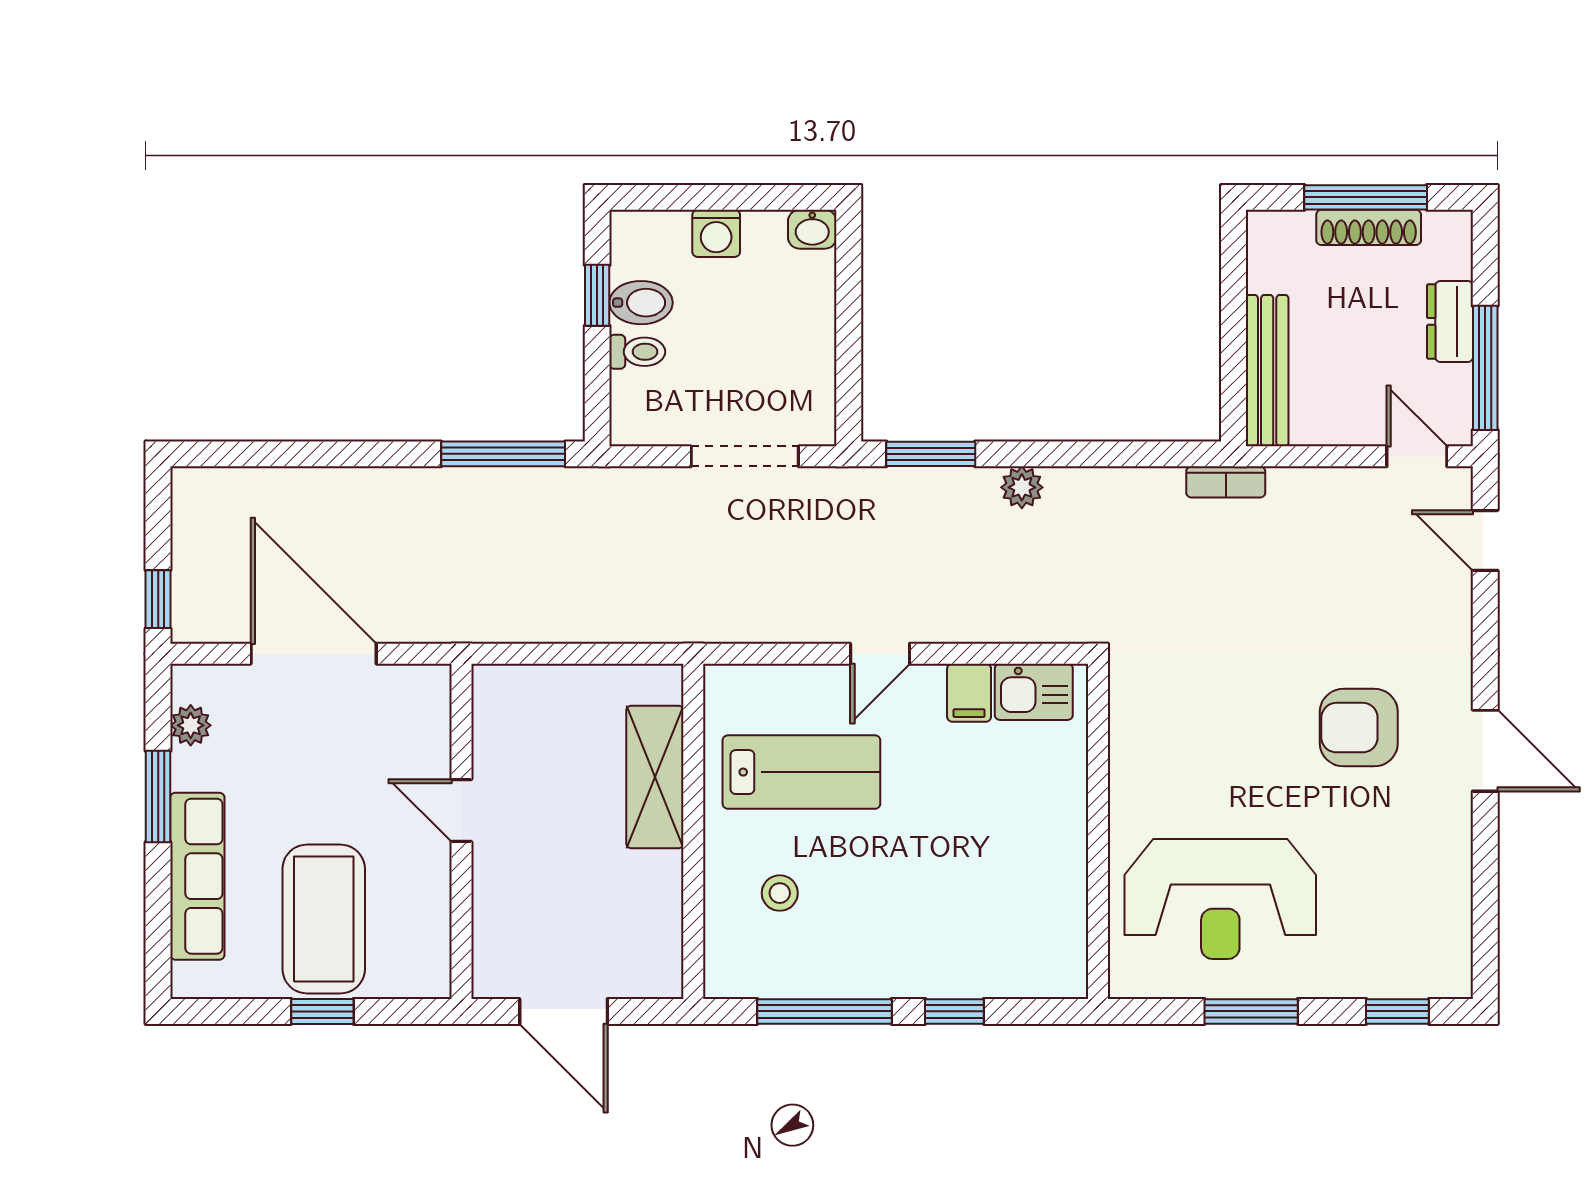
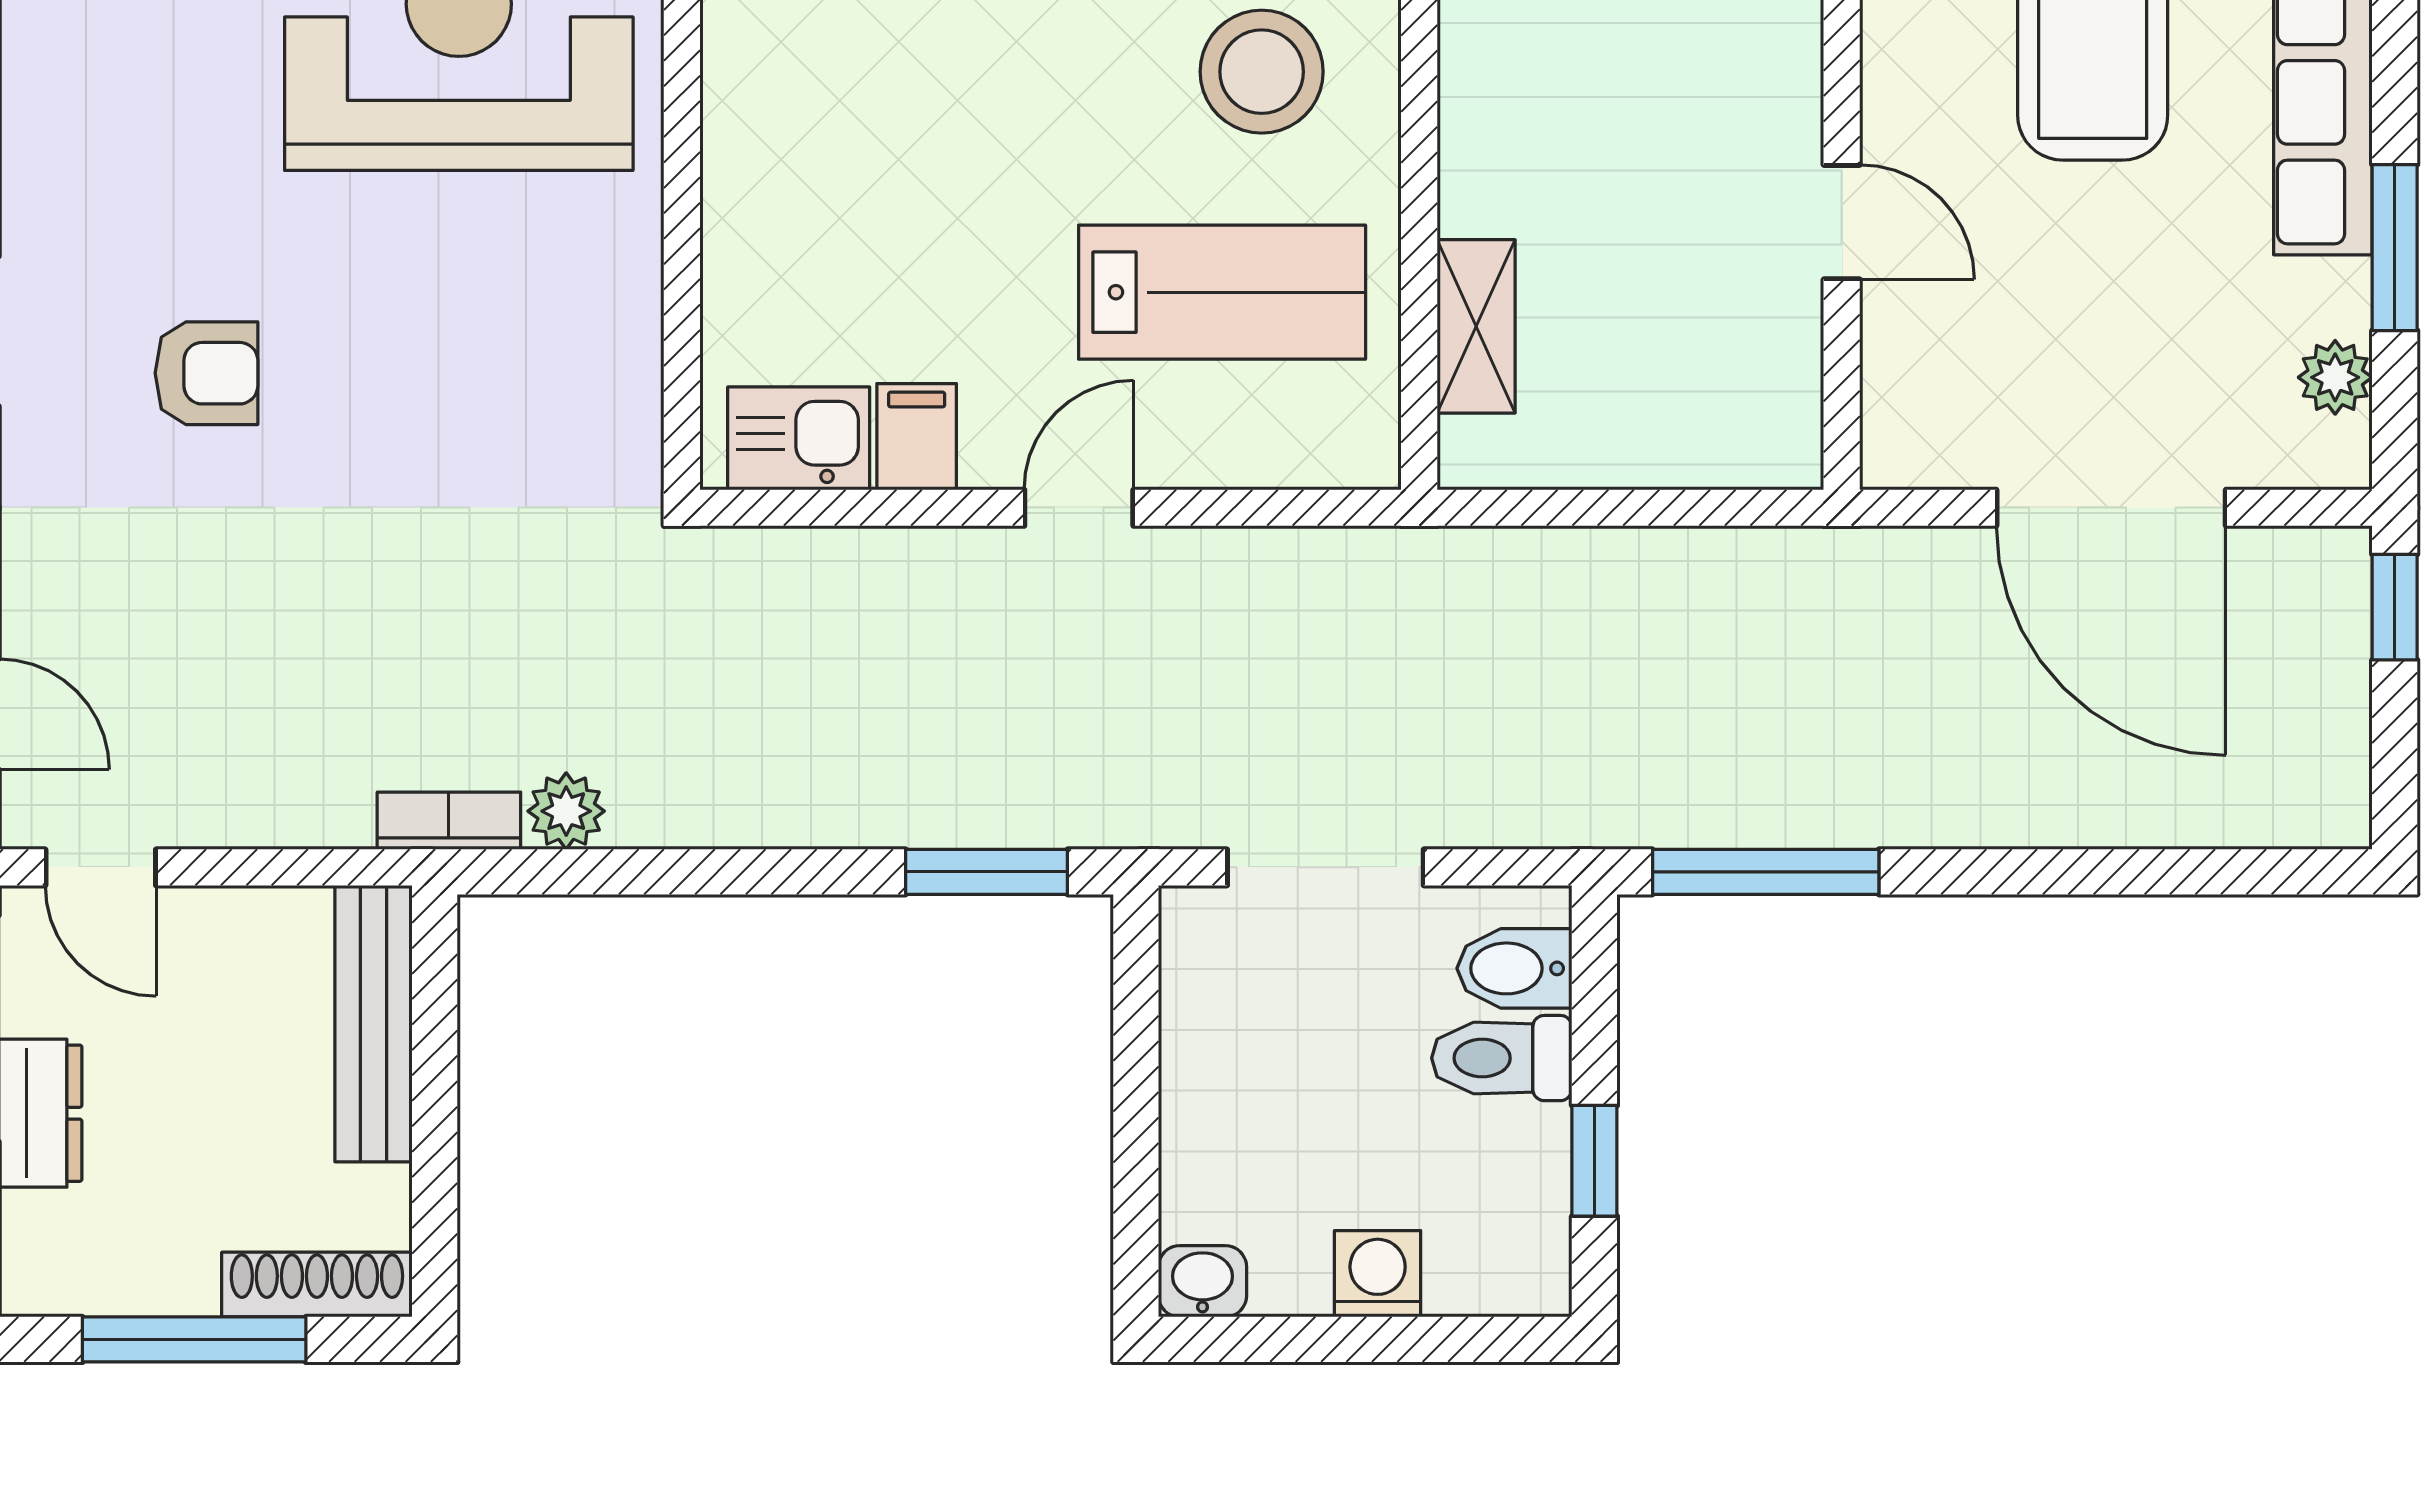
shoe rack: (1369, 227) -> (317, 1285), moved
bidet: (641, 303) -> (1514, 968), moved
toilet: (637, 352) -> (1502, 1058), width x1.37, depth x1.39
plant: (1022, 487) -> (566, 811), moved
armchair: (1359, 728) -> (206, 373), width x0.72, depth x0.72
lab bench: (801, 772) -> (1222, 292), turned 180
shelving: (655, 777) -> (1476, 326), width x0.67, depth x0.75
stool: (780, 893) -> (1262, 72), width x1.89, depth x1.89

